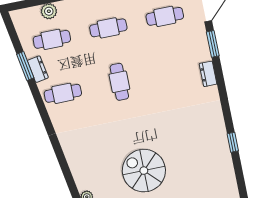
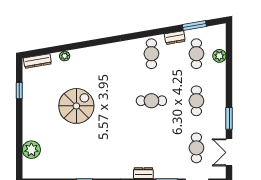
window: (25, 66) -> (194, 25), moved

